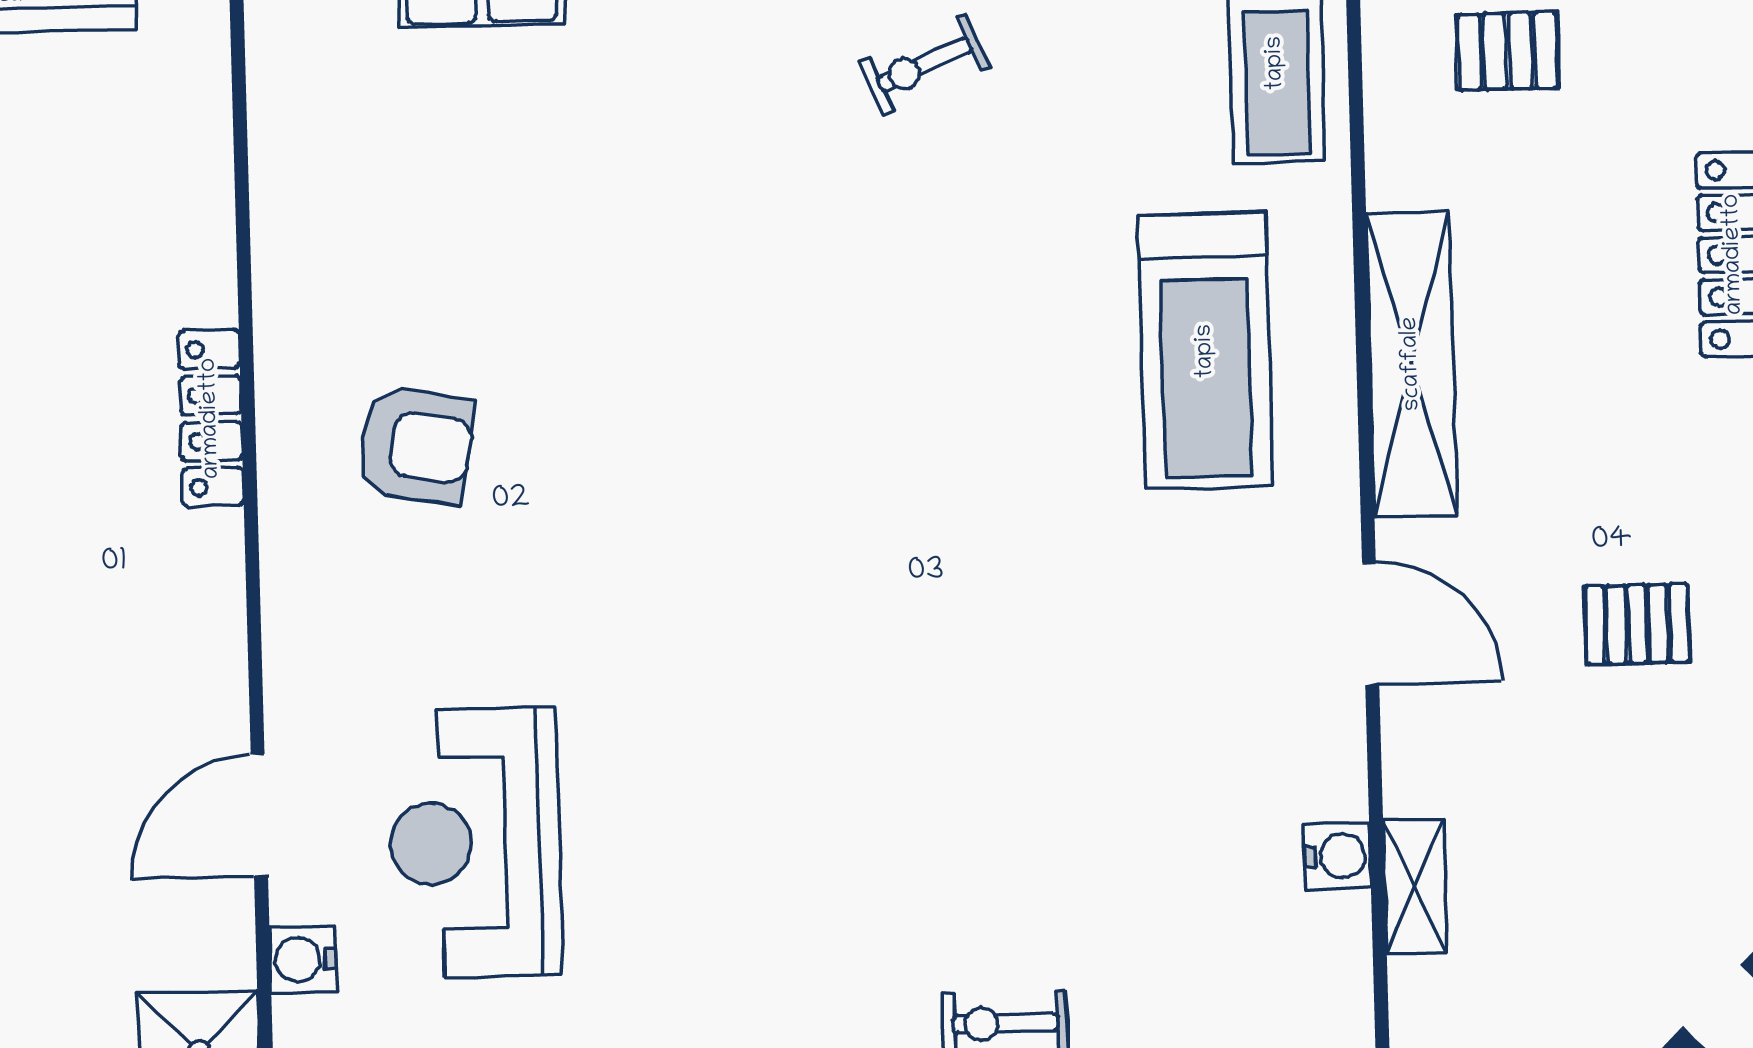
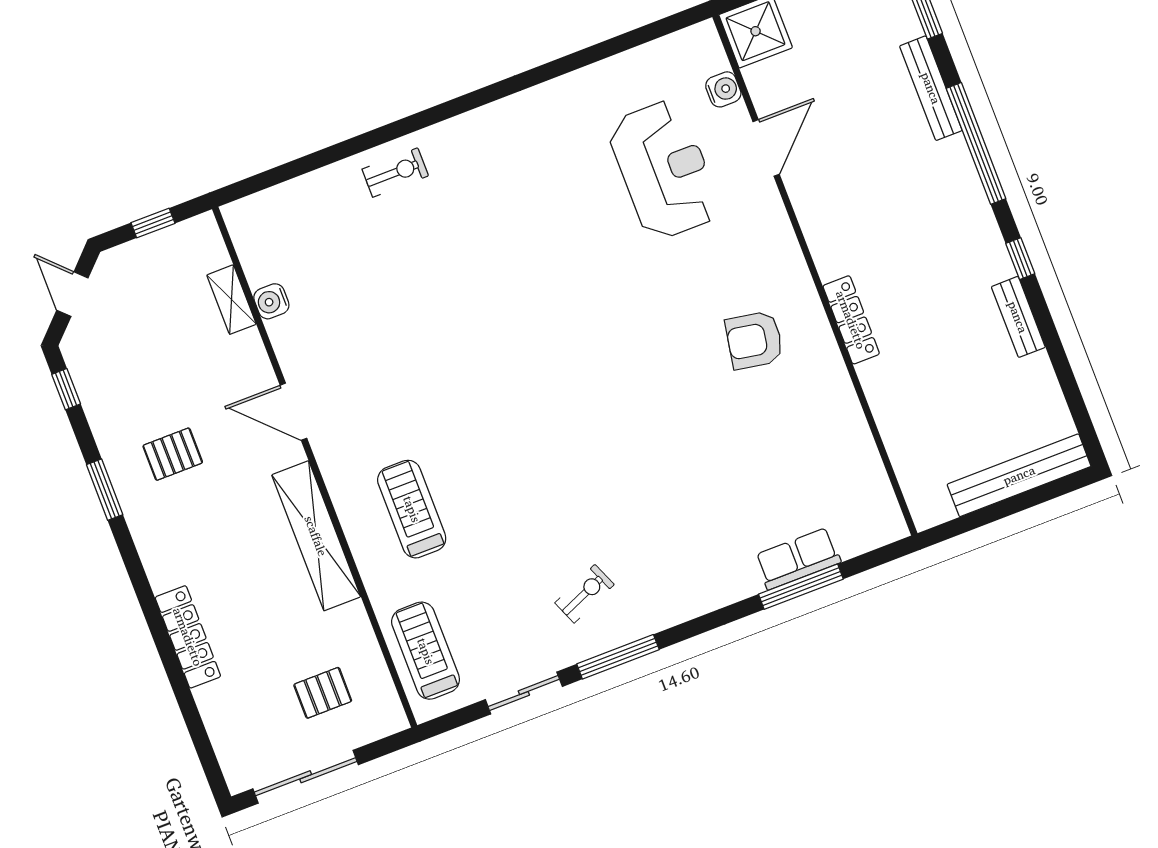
treadmill: (1206, 351) -> (412, 509), width x0.73, depth x0.73

